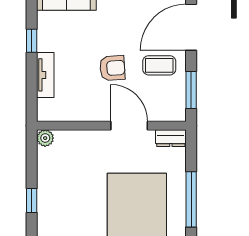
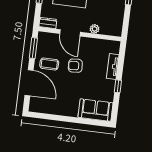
door: (191, 27) -> (29, 83), hinge flipped
plant: (45, 138) -> (95, 29), moved

